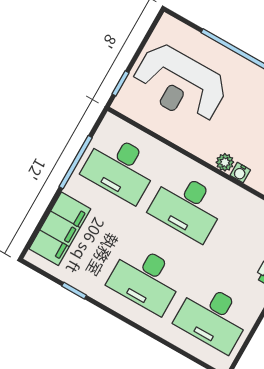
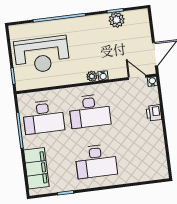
desk: (213, 317) -> (142, 155), removed

